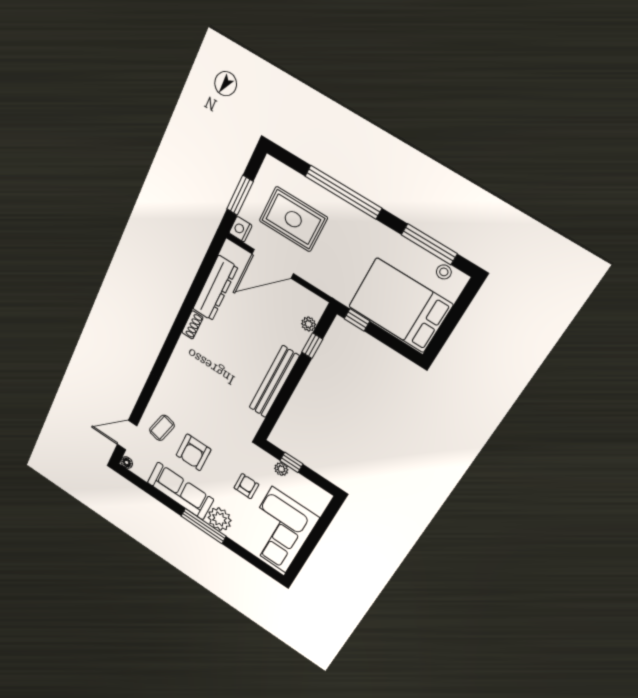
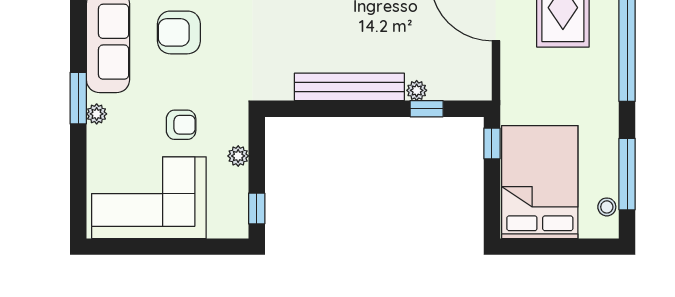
plant: (309, 324) -> (417, 90), moved
window: (291, 462) -> (257, 209), moved
plant: (220, 519) -> (97, 114), width x0.53, depth x0.53
window: (204, 526) -> (78, 98), width x0.69

